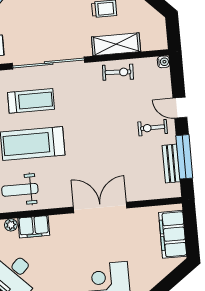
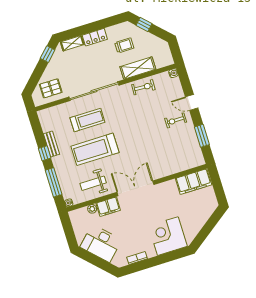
window: (184, 157) -> (202, 136), width x0.69
bench: (171, 164) -> (194, 142), removed
double door: (100, 207) -> (135, 188), moved
filing cabinet: (173, 234) -> (194, 182), moved, turned -90

